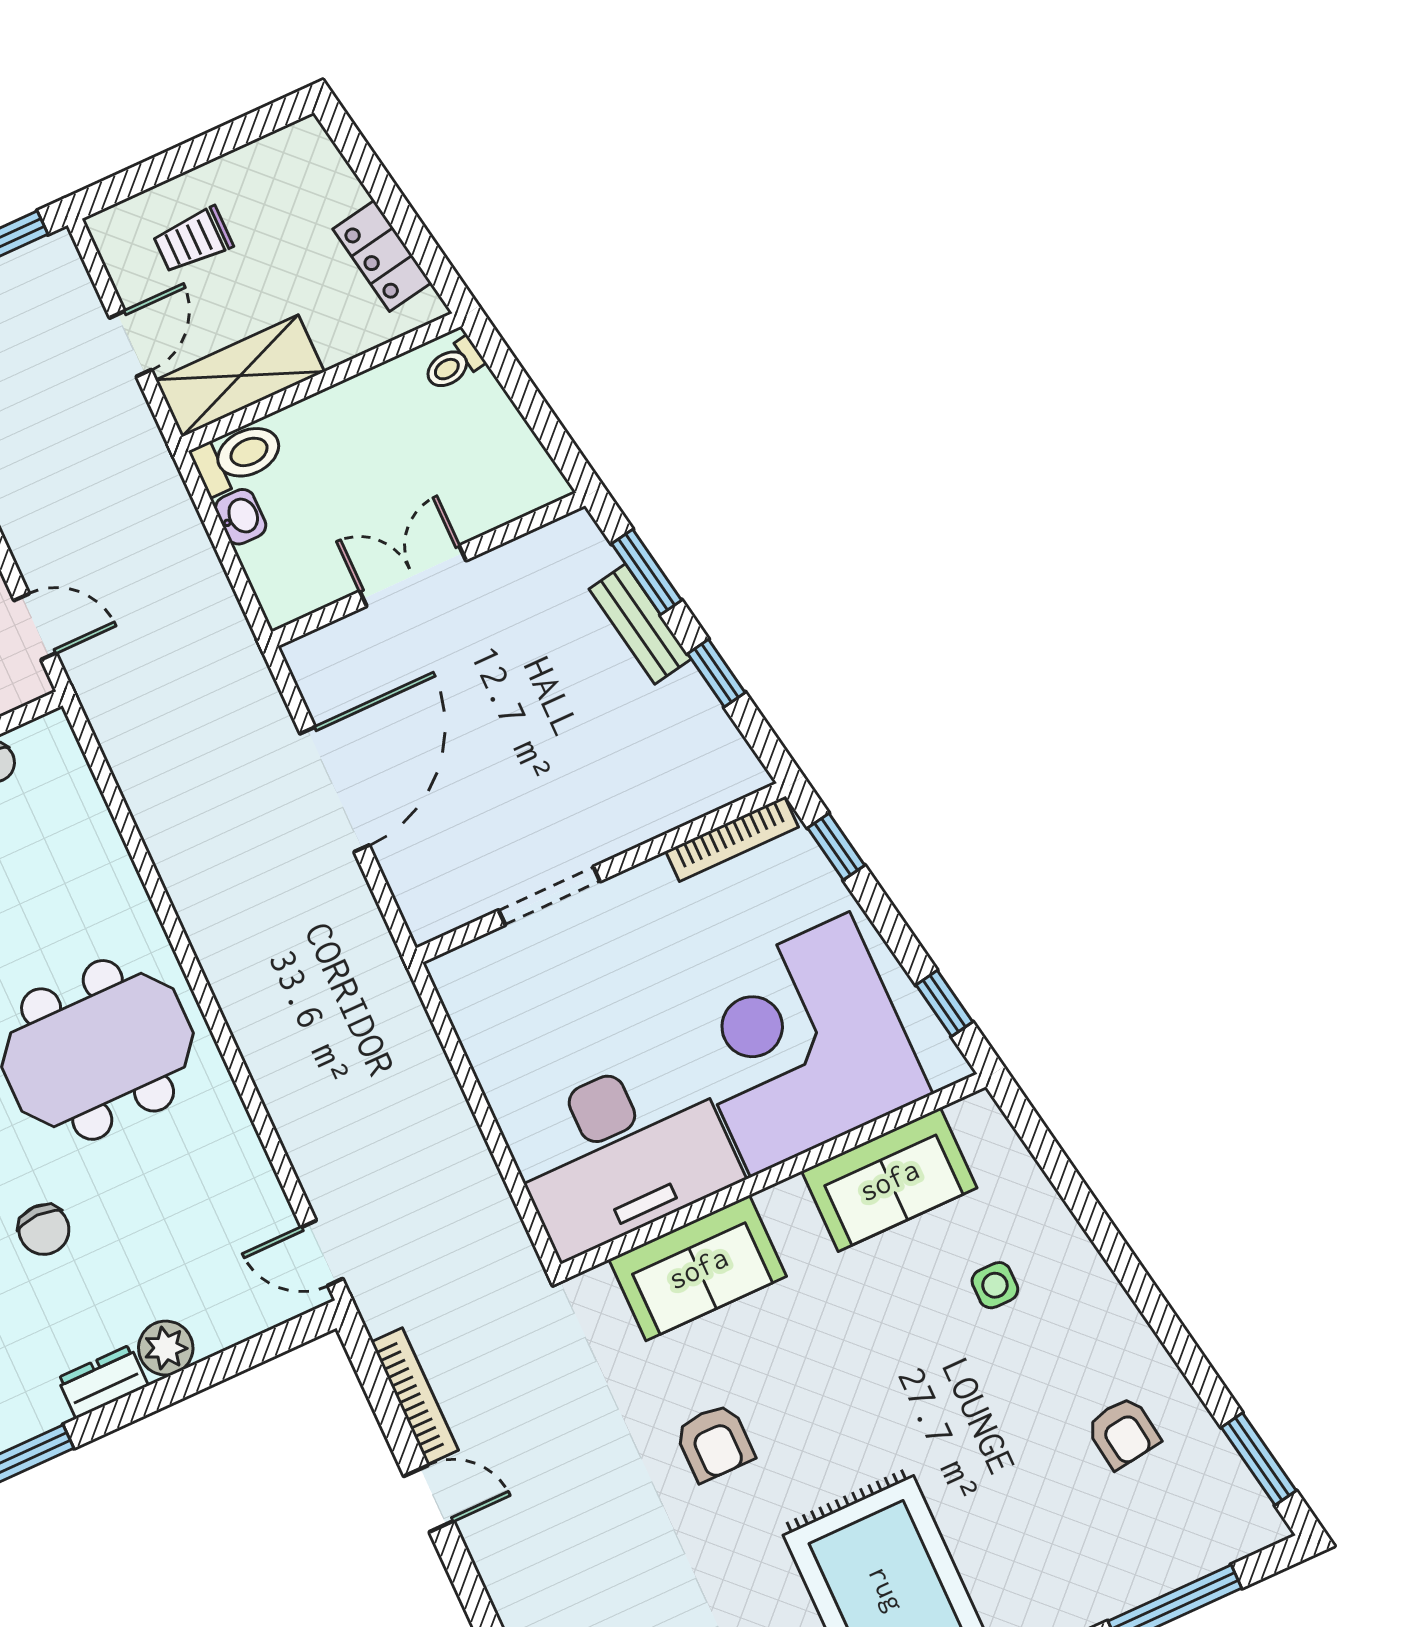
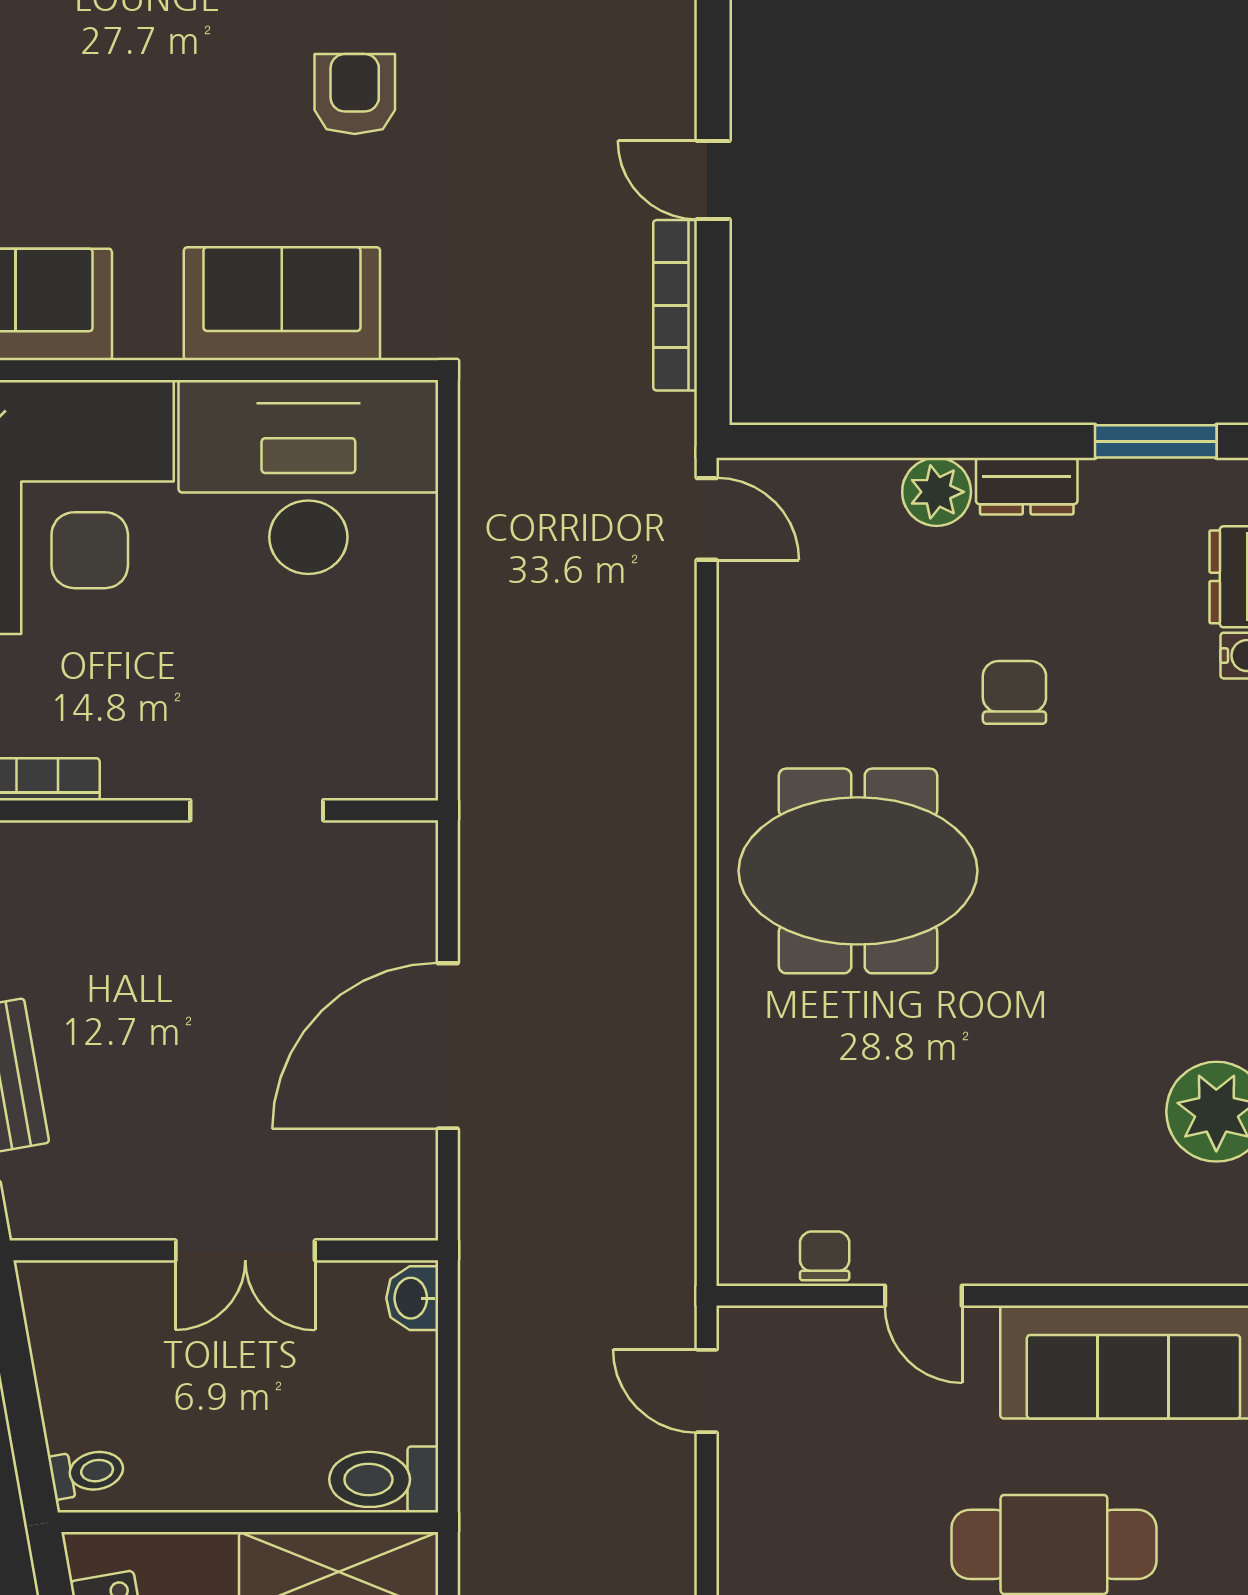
washbasin: (241, 517) -> (412, 1298), moved

